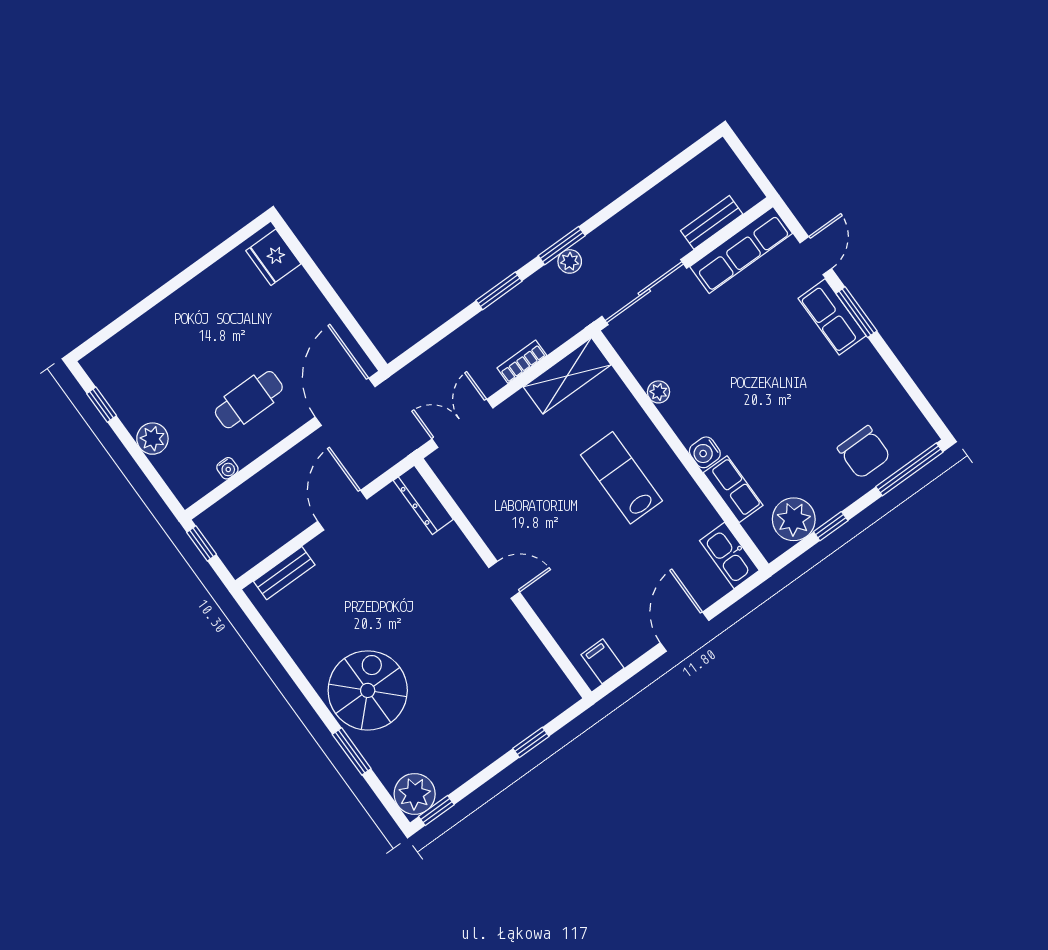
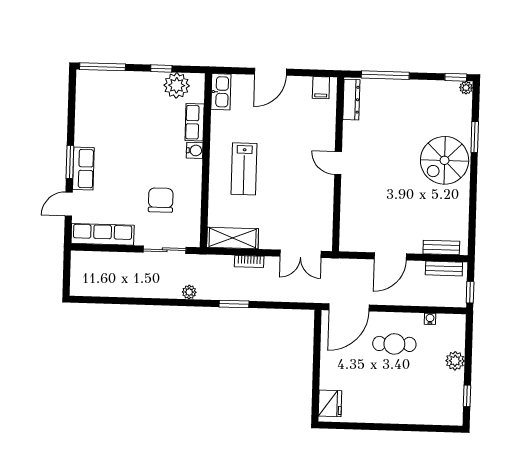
bench: (712, 222) -> (444, 268), moved
window: (562, 246) -> (187, 303), removed
sliding door: (644, 292) -> (165, 250), width x0.73
plant: (659, 392) -> (195, 197), removed
chair: (864, 452) -> (161, 200), moved
dresser: (423, 500) -> (351, 100), moved
window: (531, 742) -> (385, 75), width x2.17
plant: (415, 794) -> (466, 88), width x0.53, depth x0.53

